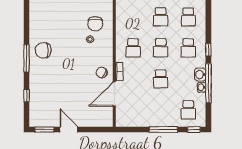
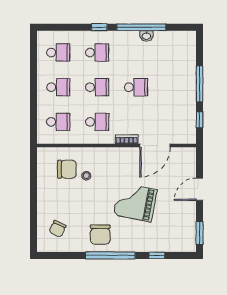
window: (27, 58) -> (110, 255), width x1.46
chair: (102, 72) -> (58, 229), moved
washbasin: (200, 75) -> (131, 38), removed
grand piano: (69, 78) -> (135, 202), added
door: (114, 94) -> (155, 145), hinge flipped
school desk: (188, 110) -> (58, 122), moved
door: (69, 130) -> (200, 189), moved
window: (194, 130) -> (200, 120), moved

